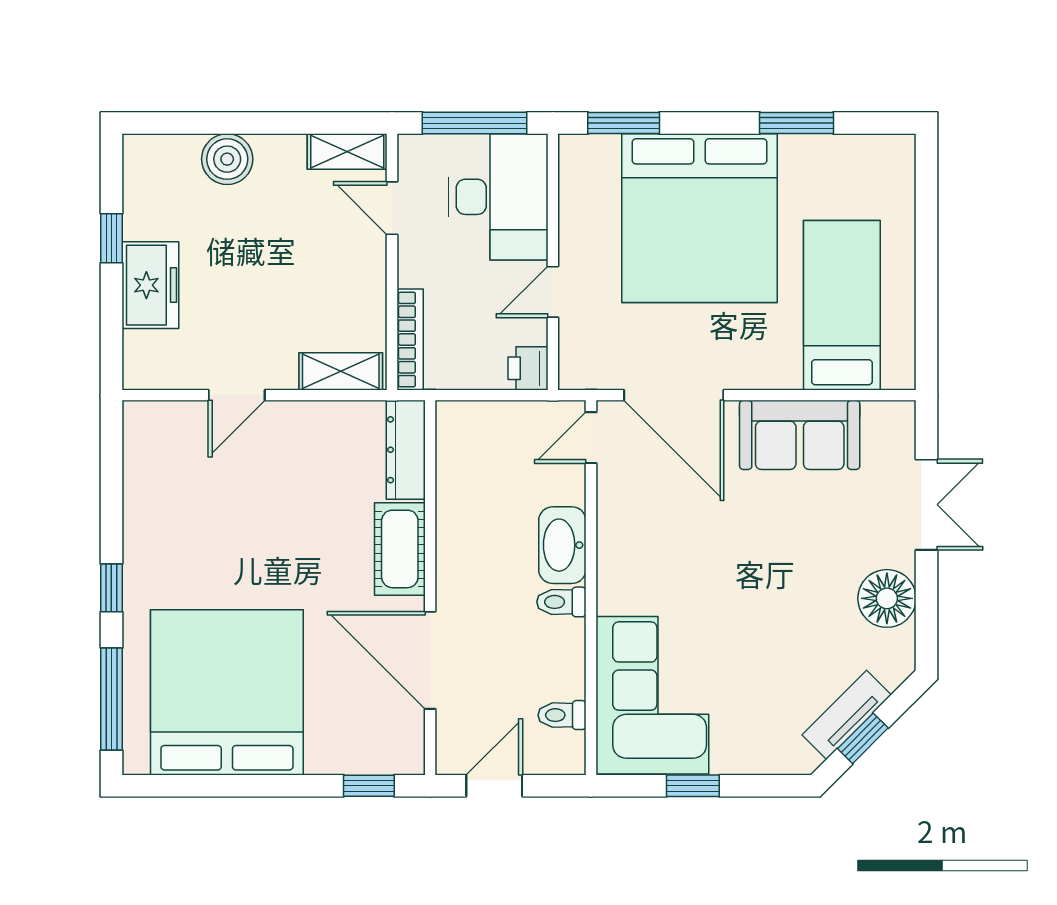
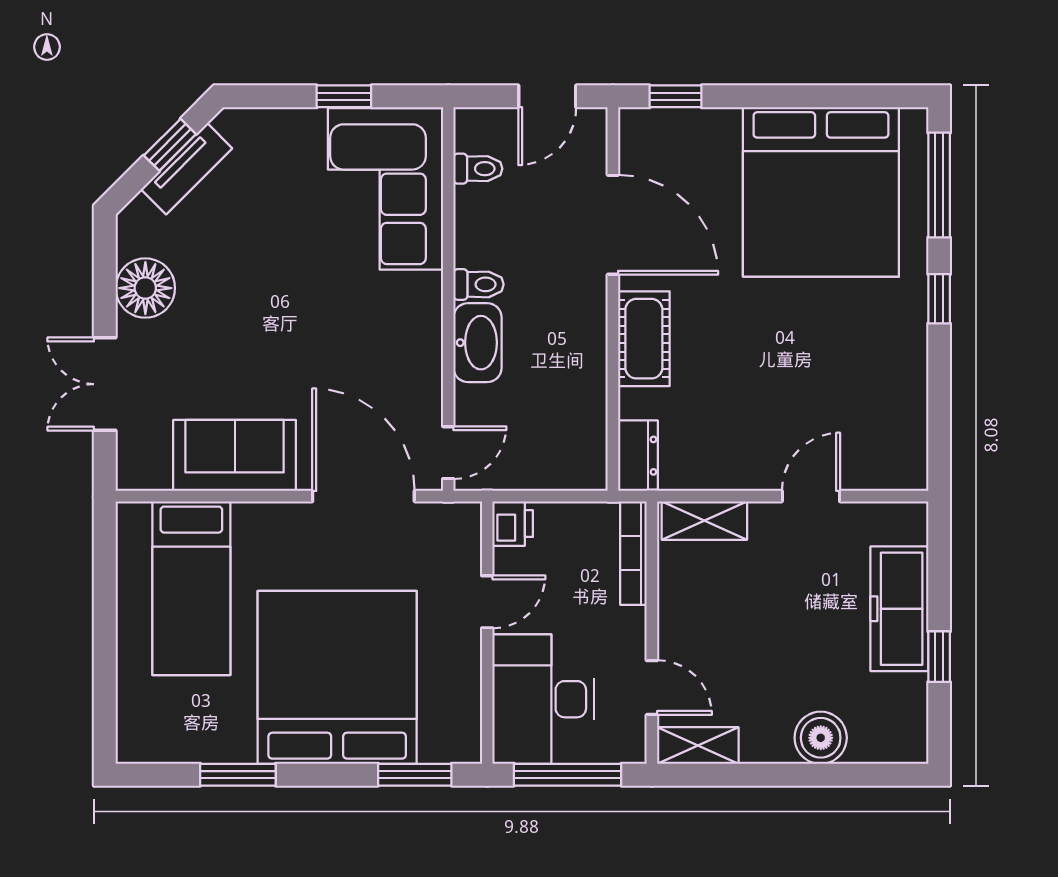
freezer: (150, 285) -> (899, 609), width x1.40
dresser: (406, 450) -> (638, 456), width x0.70

